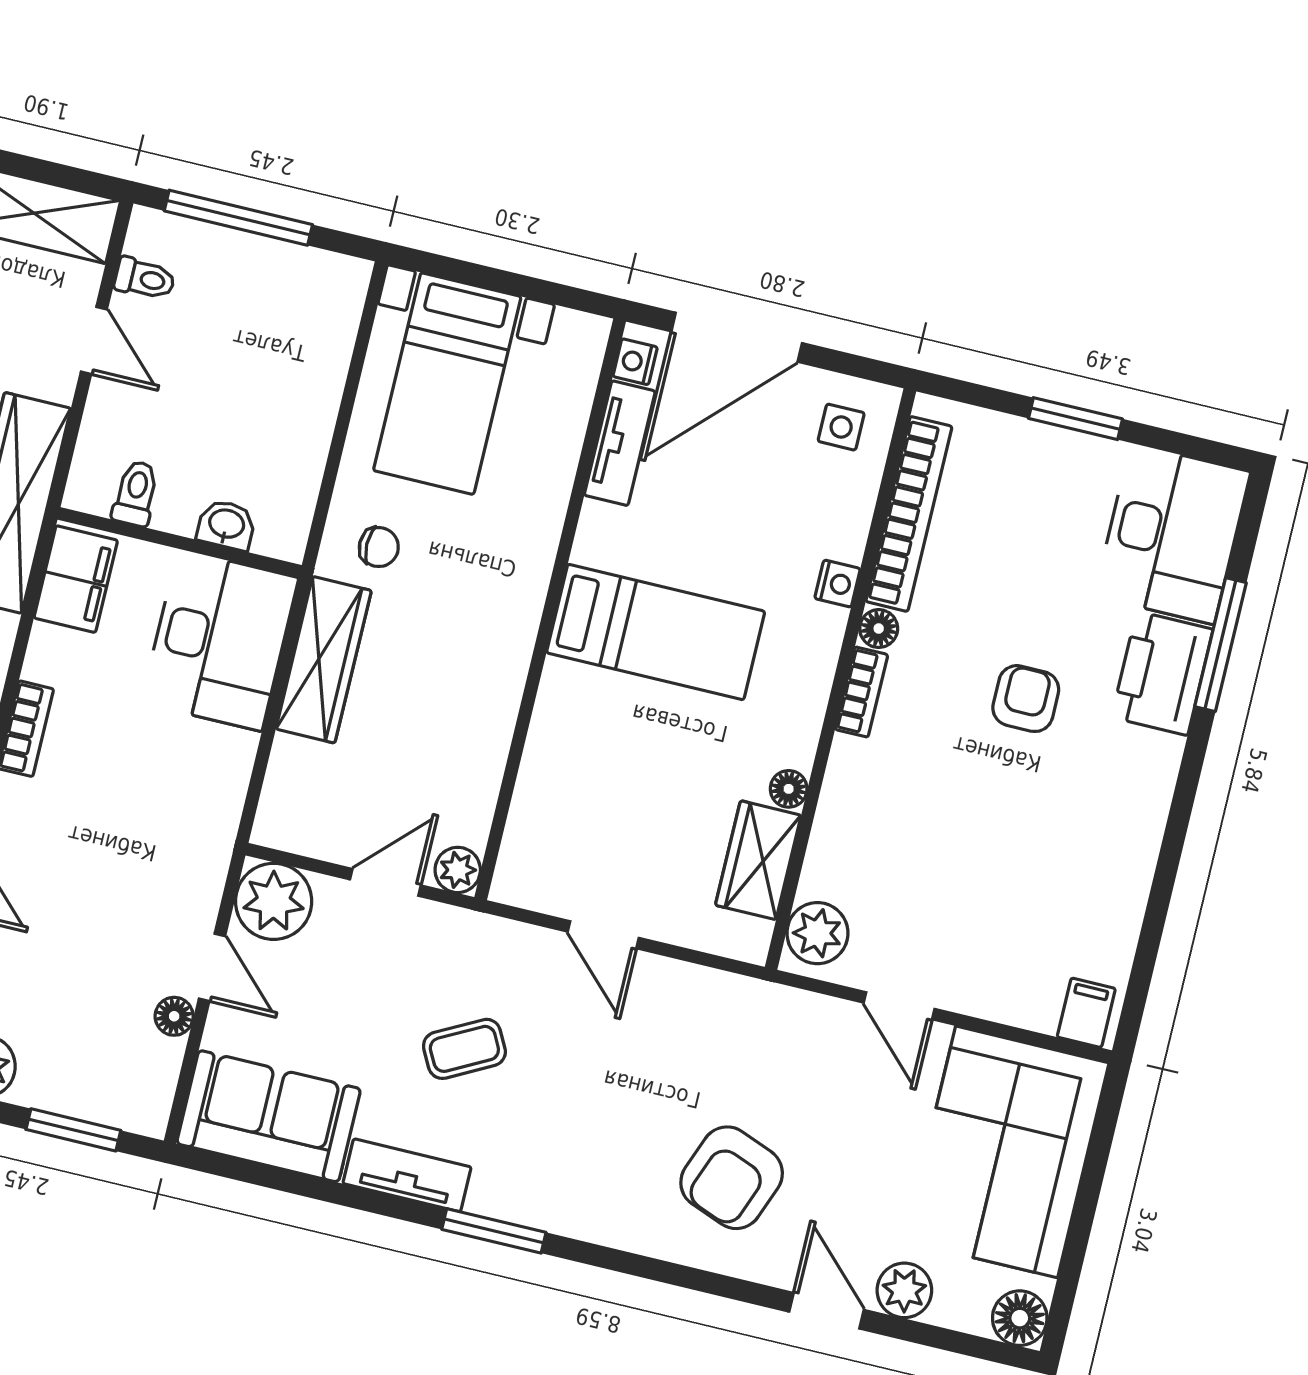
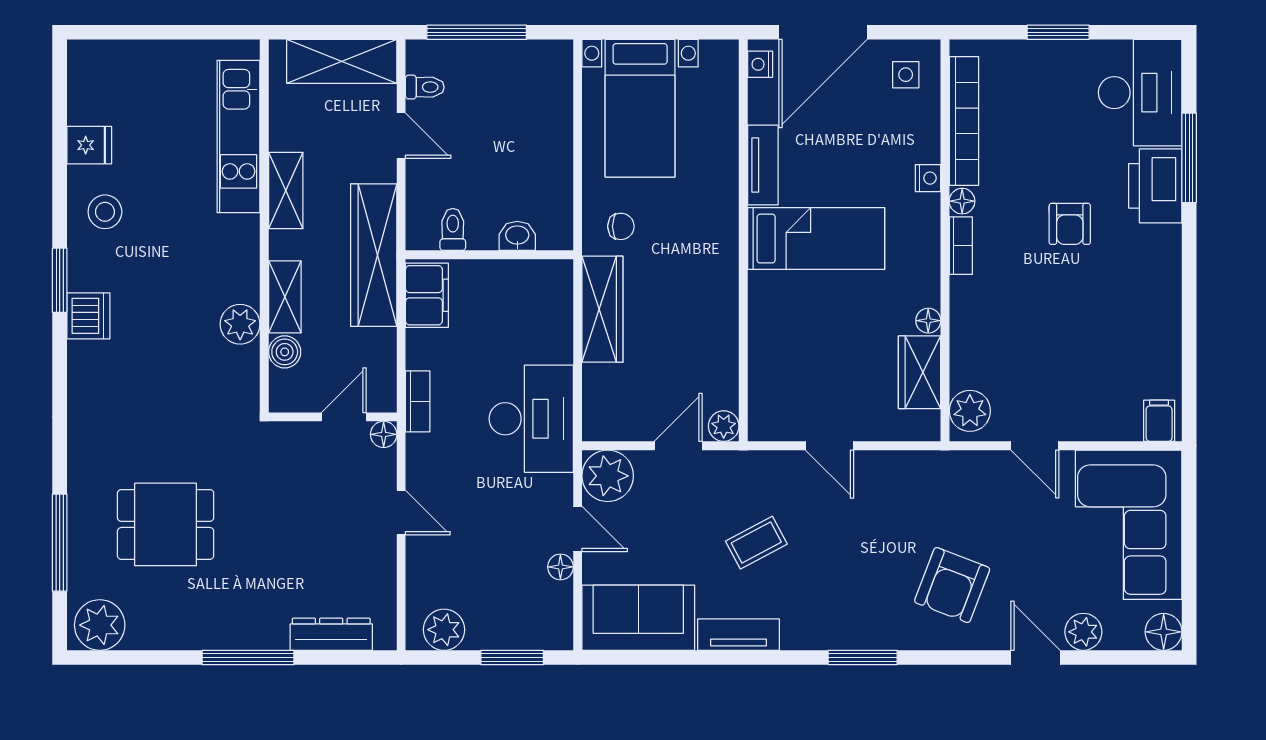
tv unit: (620, 443) -> (763, 165), moved
desk: (220, 640) -> (531, 419), moved
armchair: (1026, 699) -> (1070, 224), turned 180
window: (494, 1231) -> (863, 657), moved

